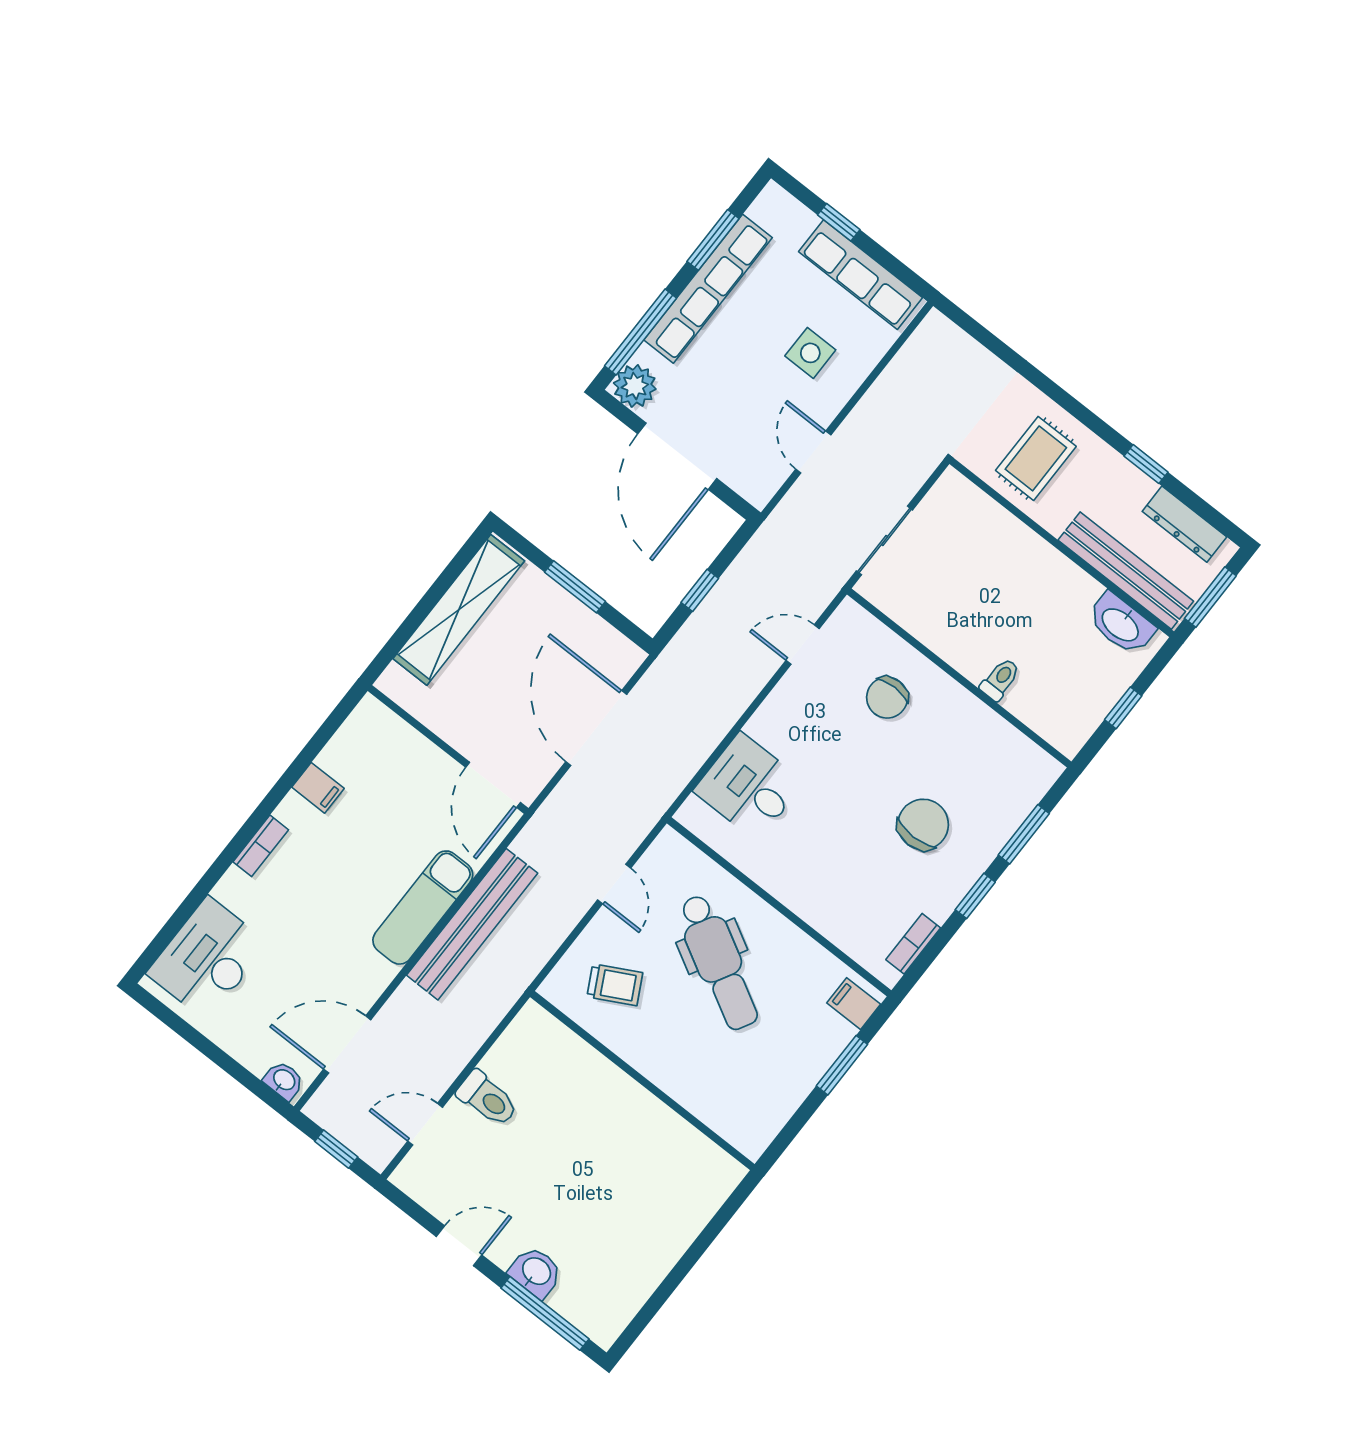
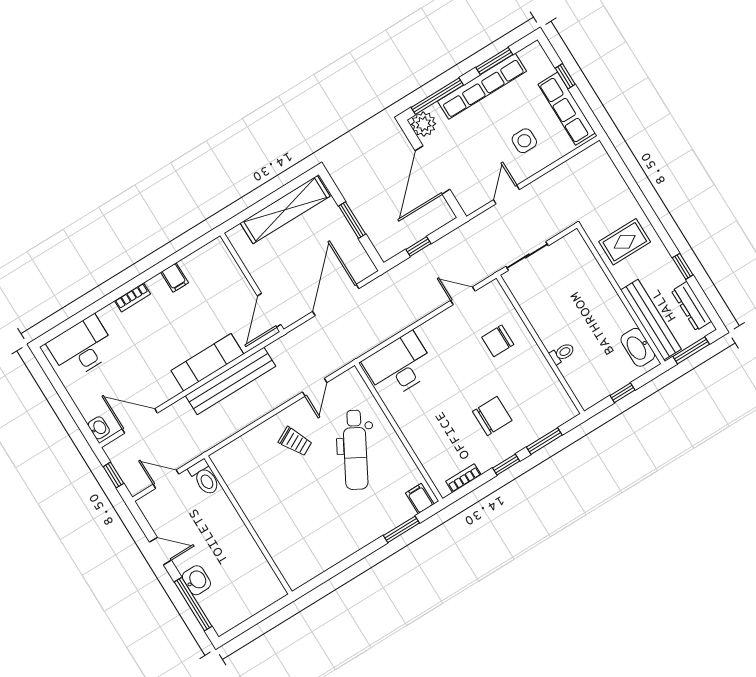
desk: (749, 787) -> (399, 366), width x1.37
wall: (642, 1081) -> (248, 525), moved

